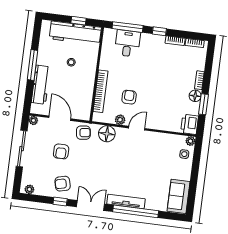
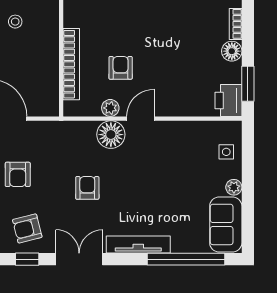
window: (204, 104) -> (248, 84), moved
armchair: (83, 133) -> (87, 188), moved, turned -83
floor lamp: (107, 134) -> (111, 135), moved
plant: (190, 141) -> (234, 187), moved
window: (136, 211) -> (186, 259), moved

